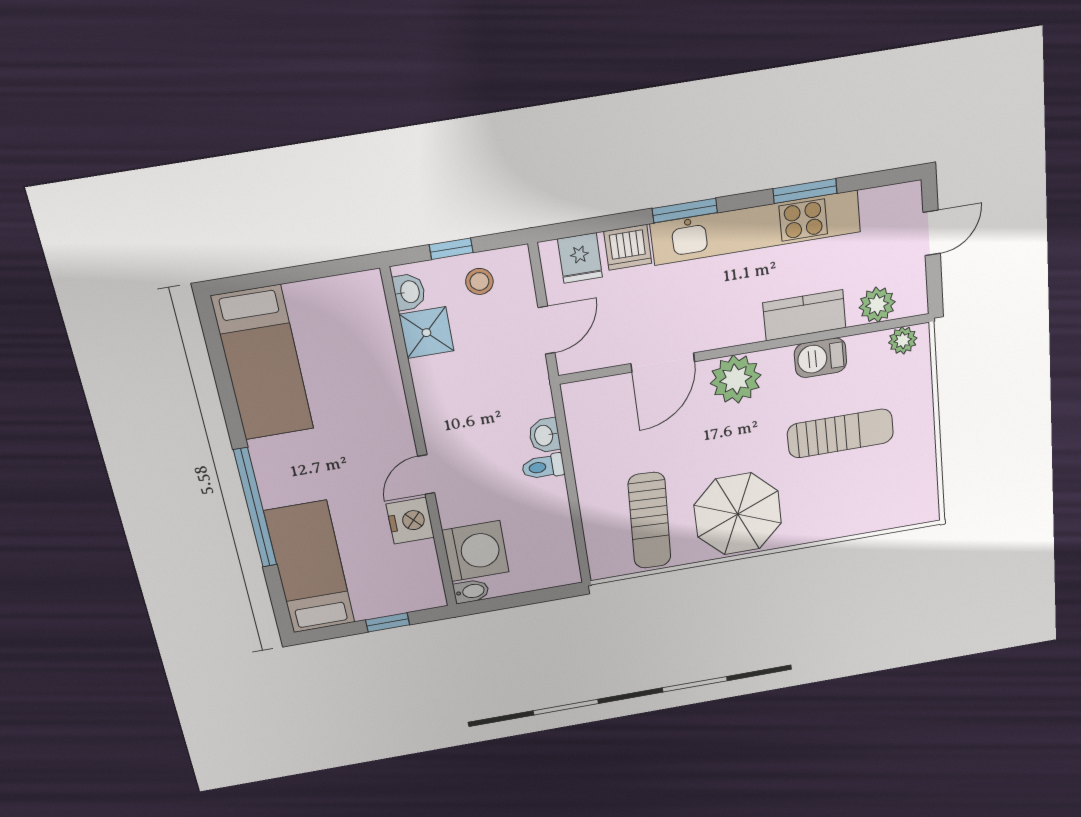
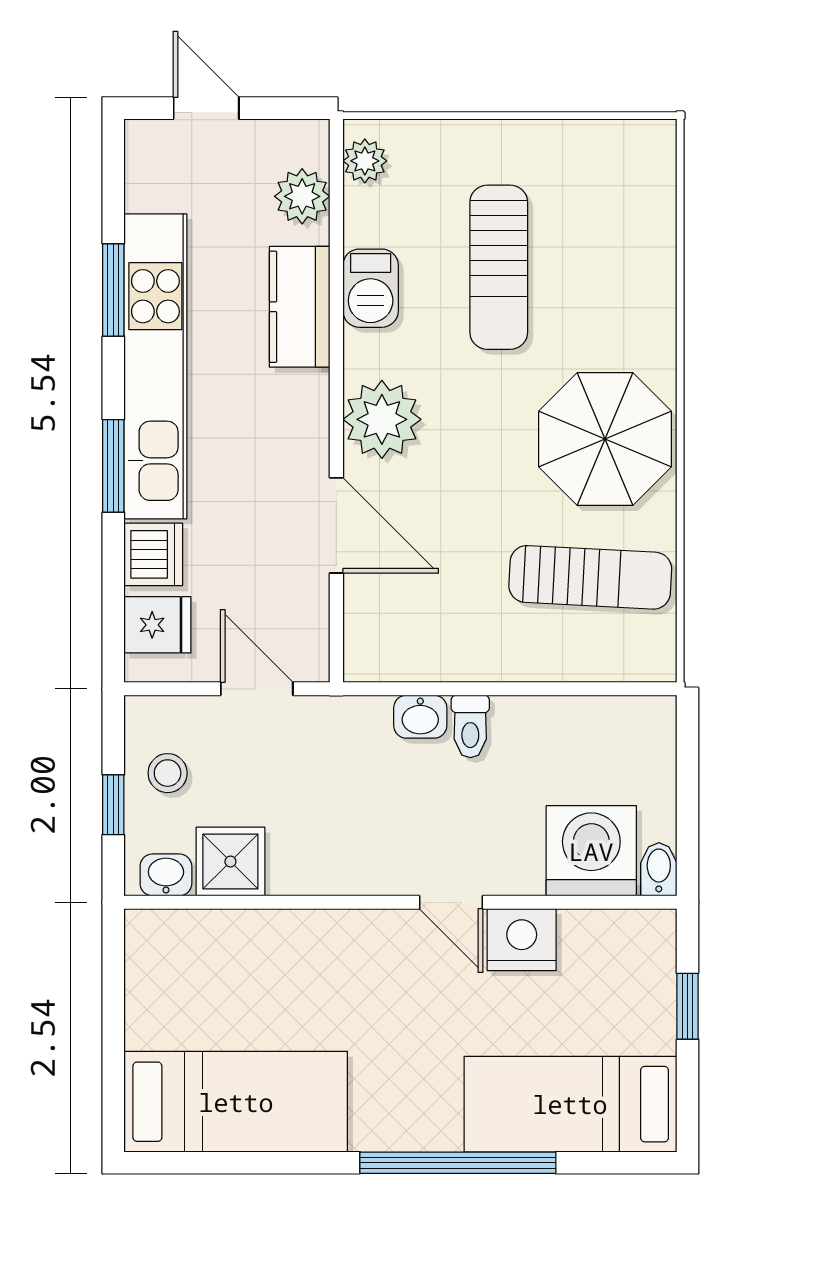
sun lounger: (840, 433) -> (499, 267), turned 180

